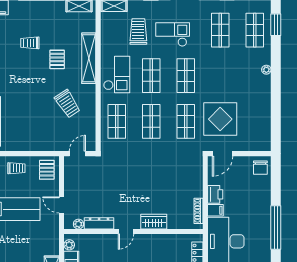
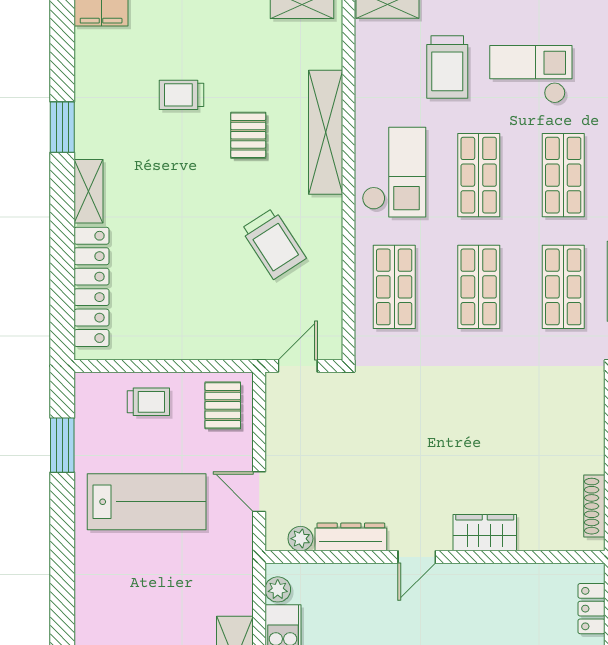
trolley: (138, 32) -> (447, 67), turned 180

